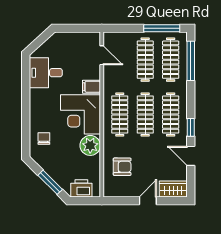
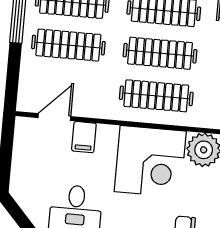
filing cabinet: (91, 87) -> (84, 137), moved

